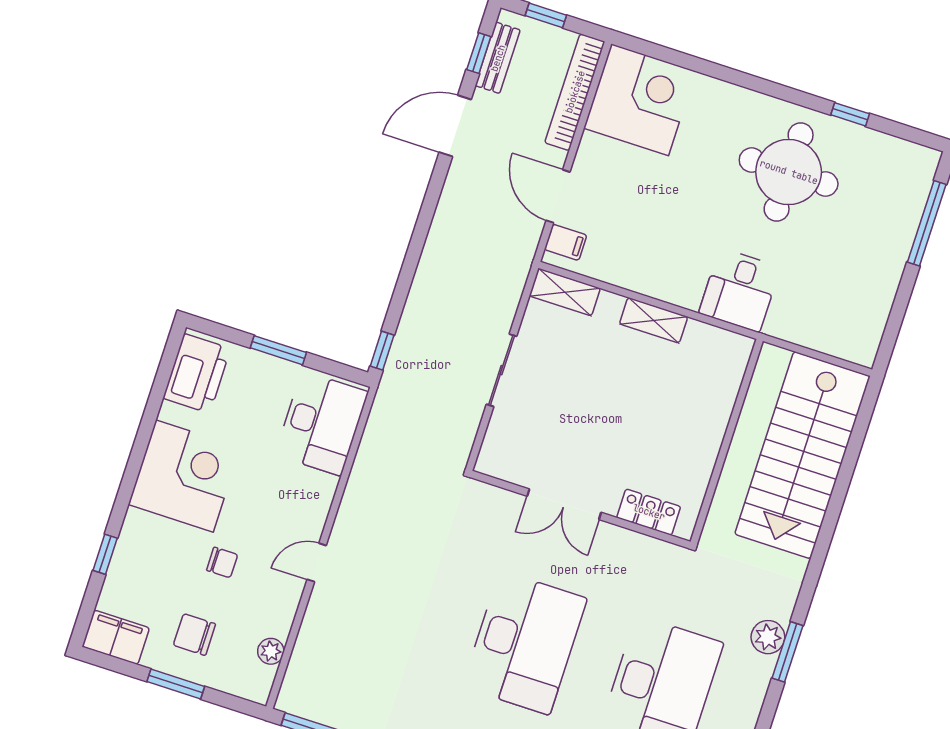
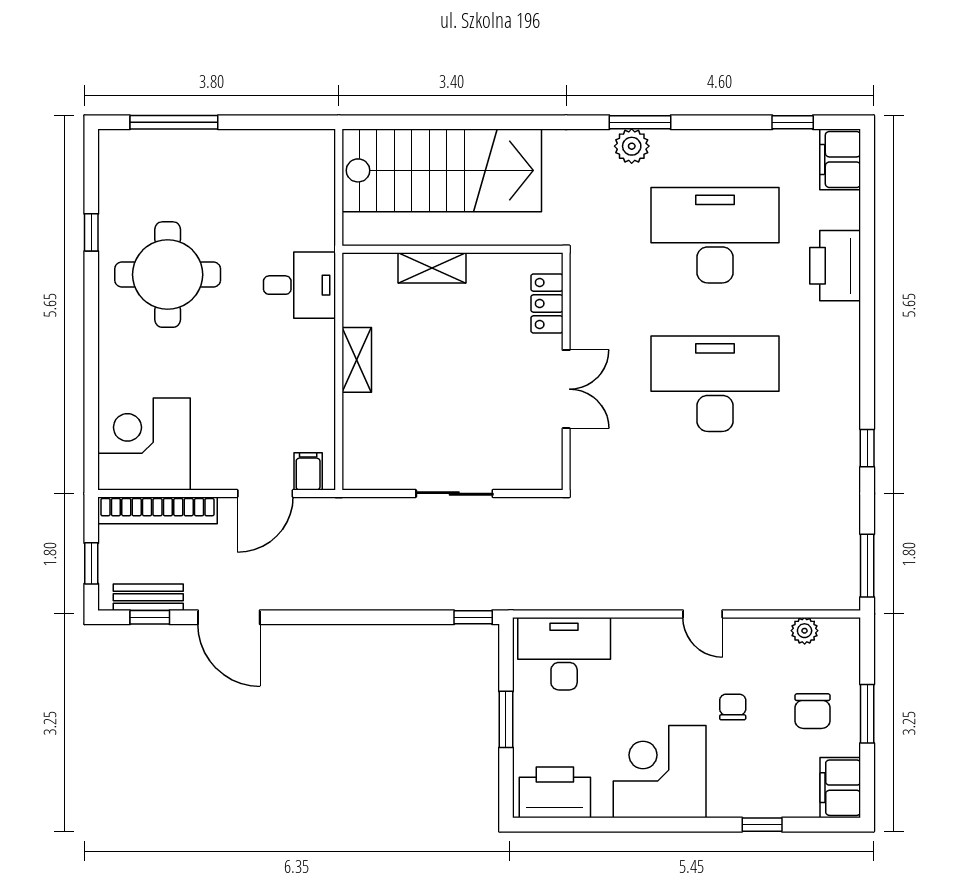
shelving: (565, 292) -> (432, 268), moved, turned 90

